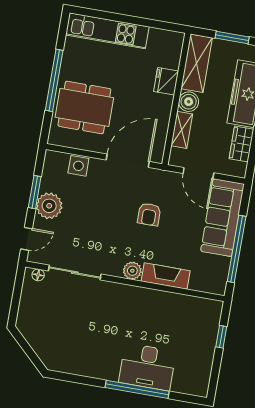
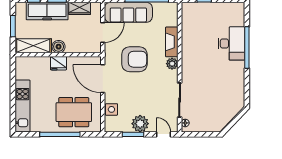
fridge: (166, 81) -> (58, 63), moved
dining table: (84, 107) -> (74, 112), turned 90
shelving: (182, 130) -> (77, 48), removed
armchair: (149, 214) -> (134, 59), width x1.88, depth x1.88

